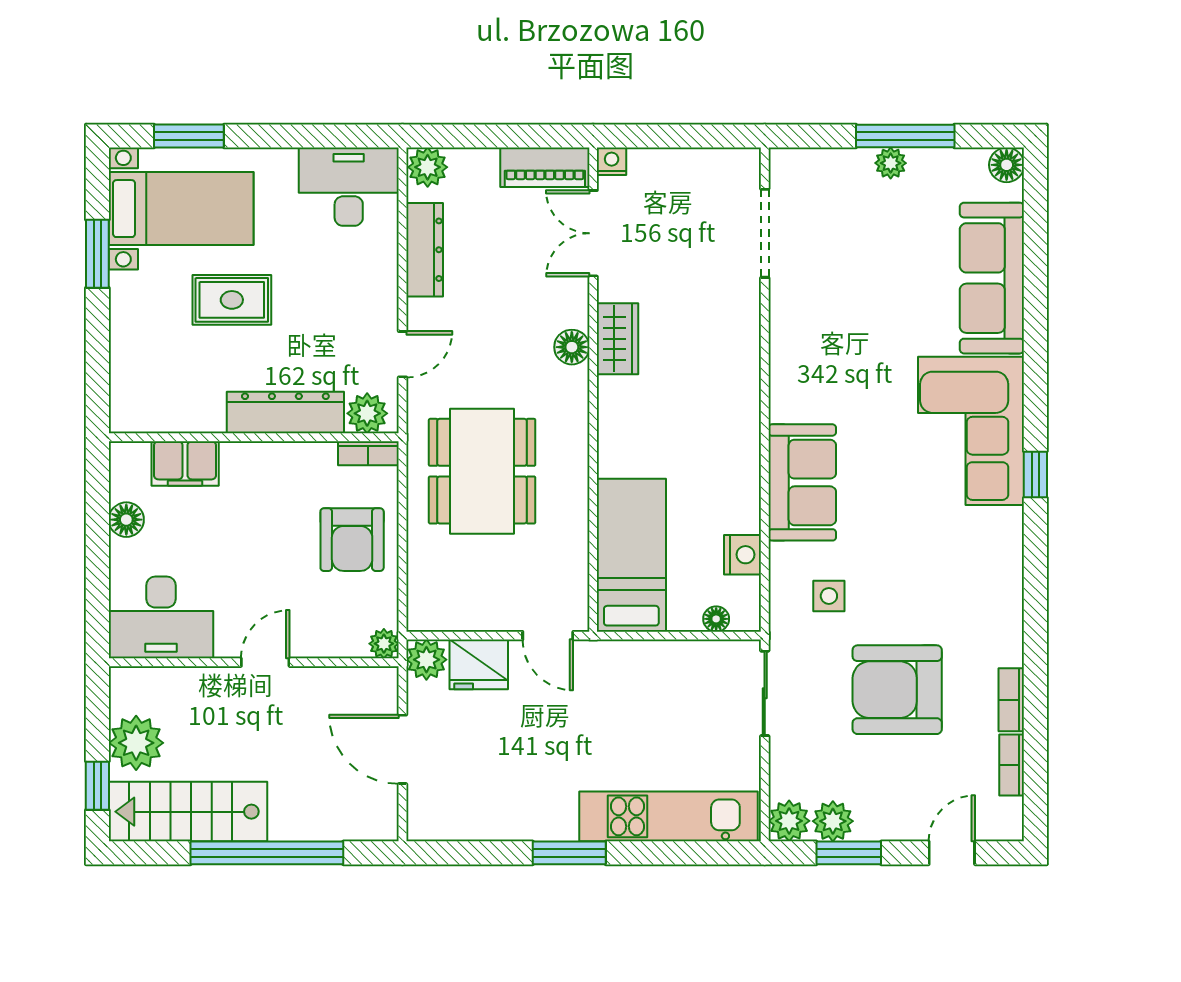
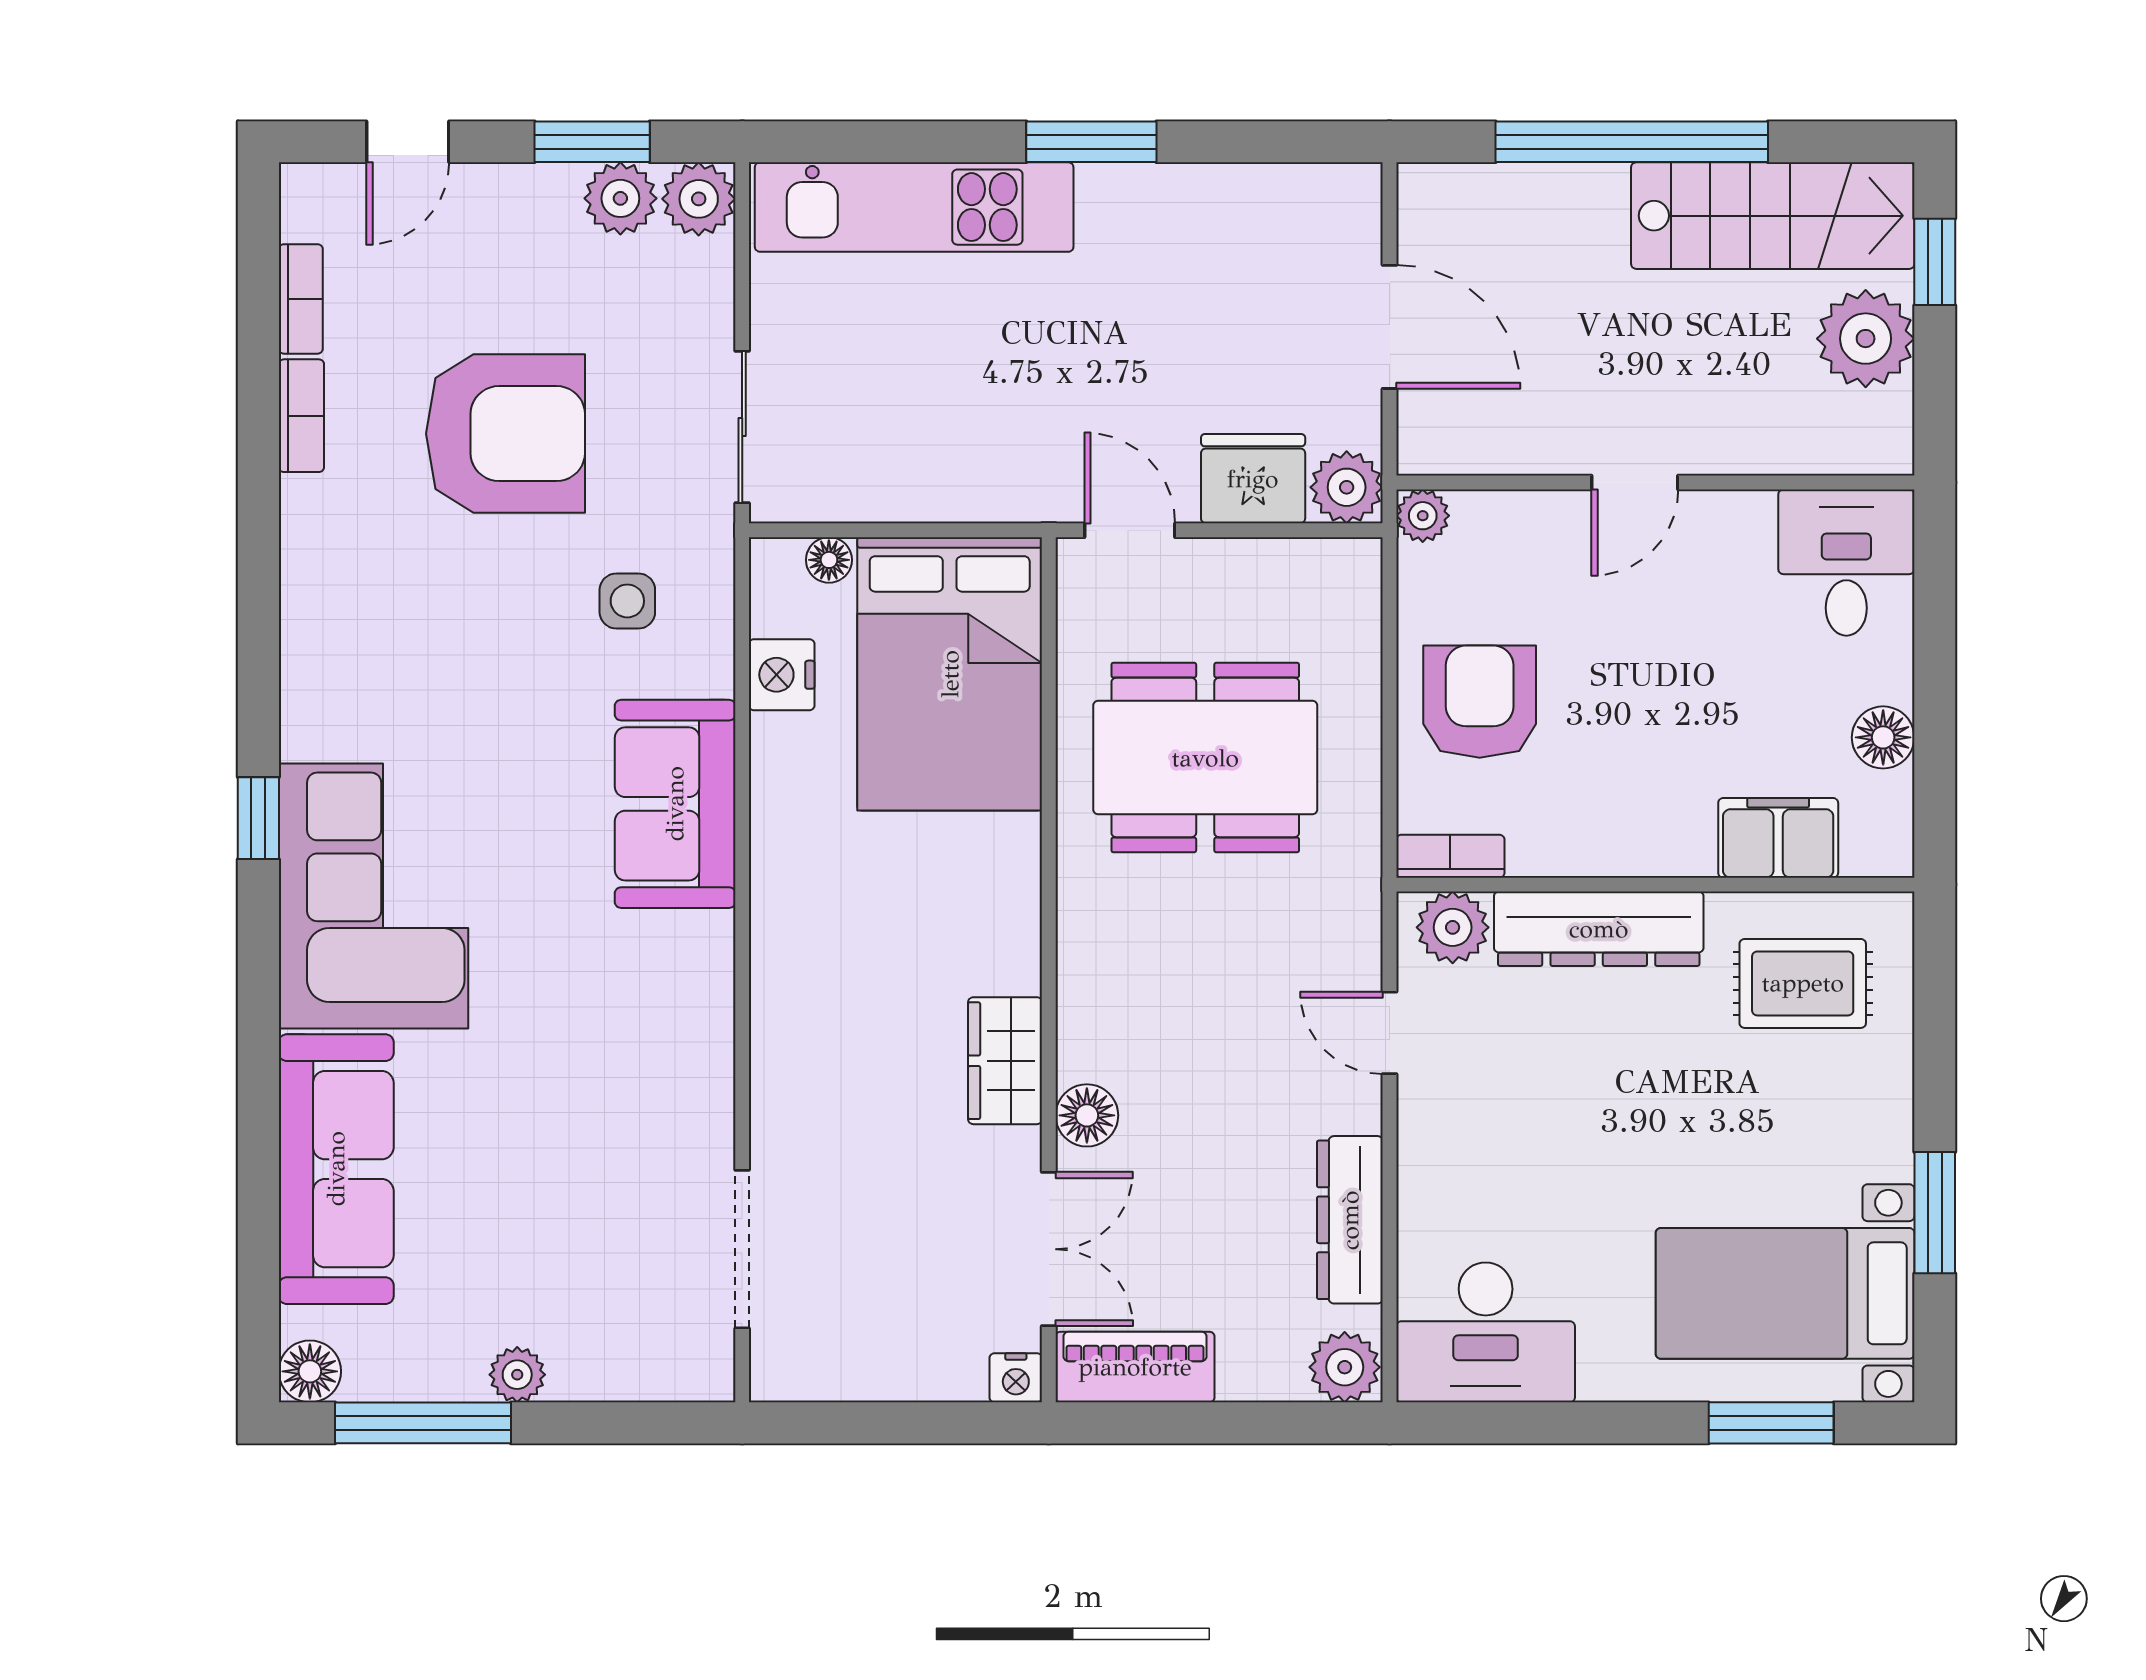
window: (905, 136) -> (423, 1423), moved
rug: (232, 300) -> (1803, 983), moved
floor lamp: (572, 347) -> (1087, 1115), moved
door: (402, 354) -> (1390, 1033), hinge flipped
dining table: (482, 471) -> (1205, 758), moved, turned 90
bed: (631, 555) -> (950, 674), width x1.50
desk: (161, 617) -> (1846, 563), width x0.73

